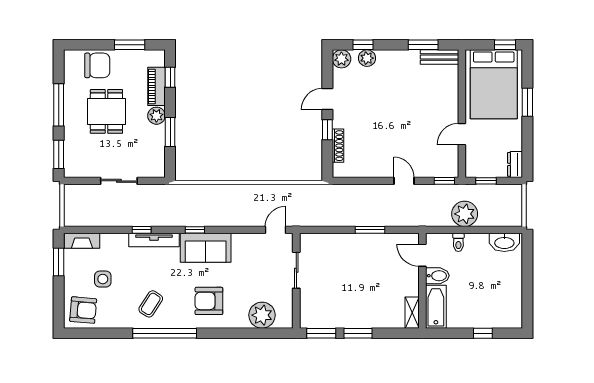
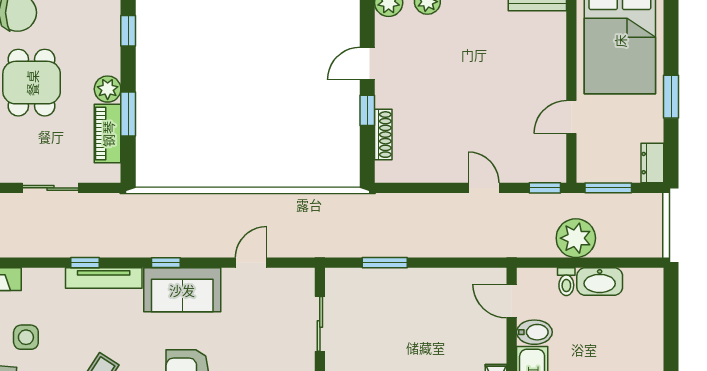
piano: (157, 86) -> (108, 134), moved
window: (527, 102) -> (671, 97), moved
window: (486, 181) -> (608, 188), width x1.50
door: (276, 230) -> (251, 263), moved
window: (370, 230) -> (385, 263), moved
washbasin: (504, 242) -> (600, 282), moved

